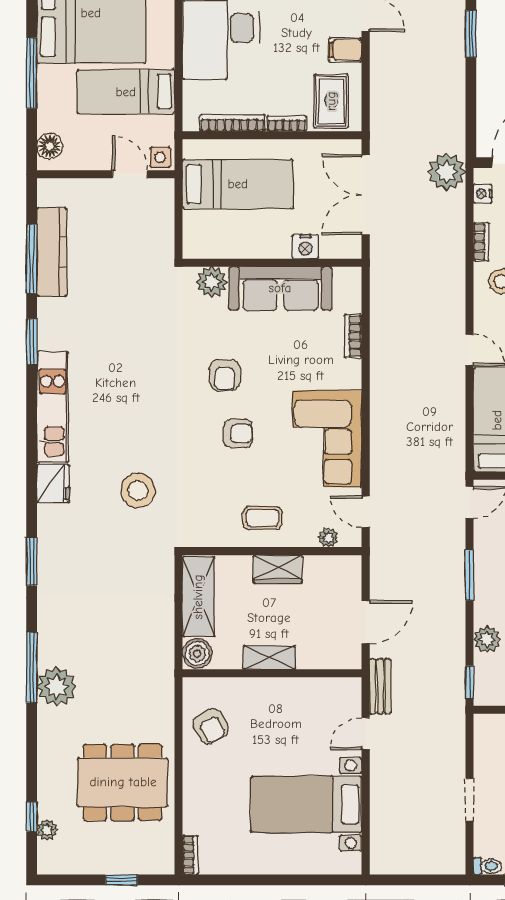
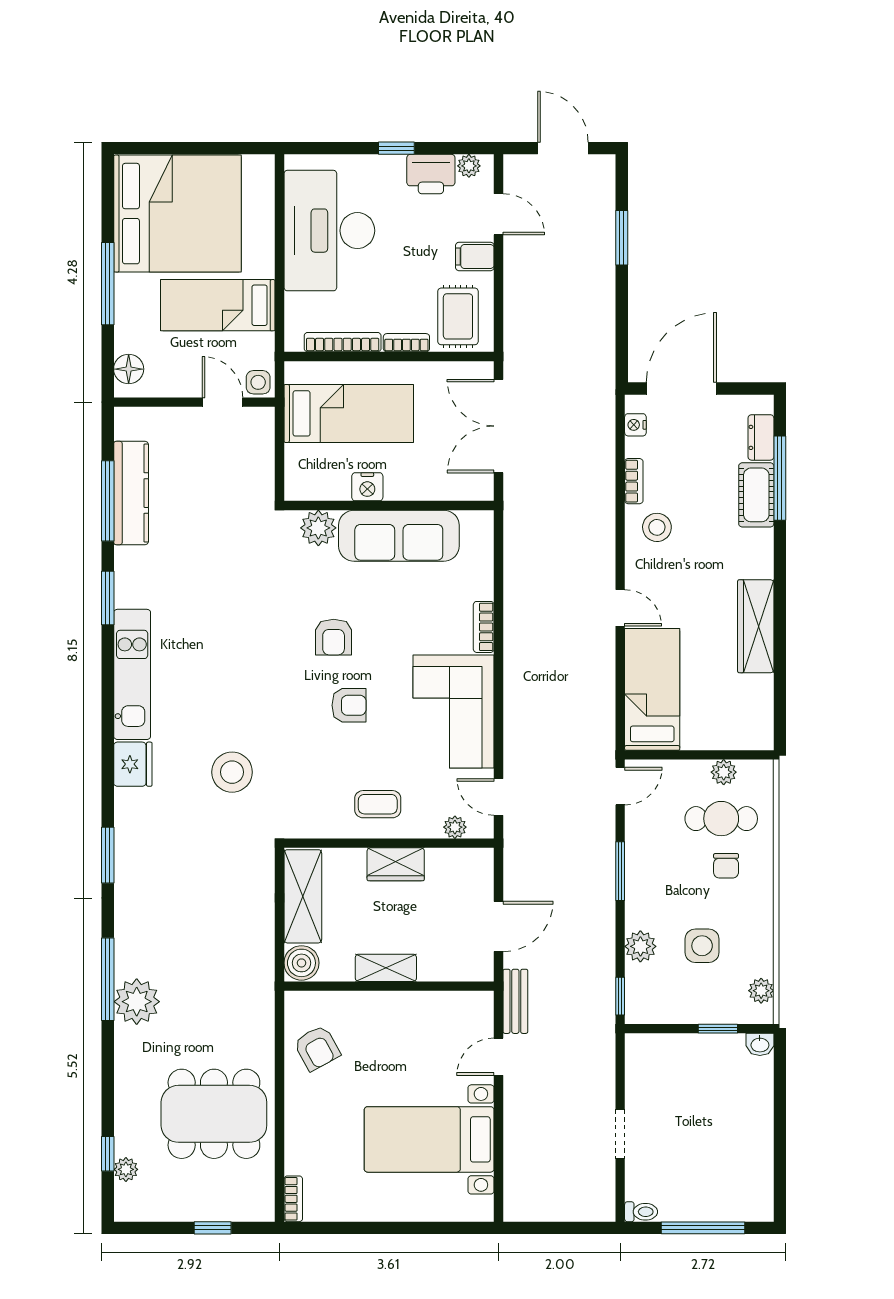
plant: (447, 172) -> (593, 399), removed
nightstand: (305, 247) -> (367, 487), moved
bookcase: (353, 336) -> (484, 627), moved

